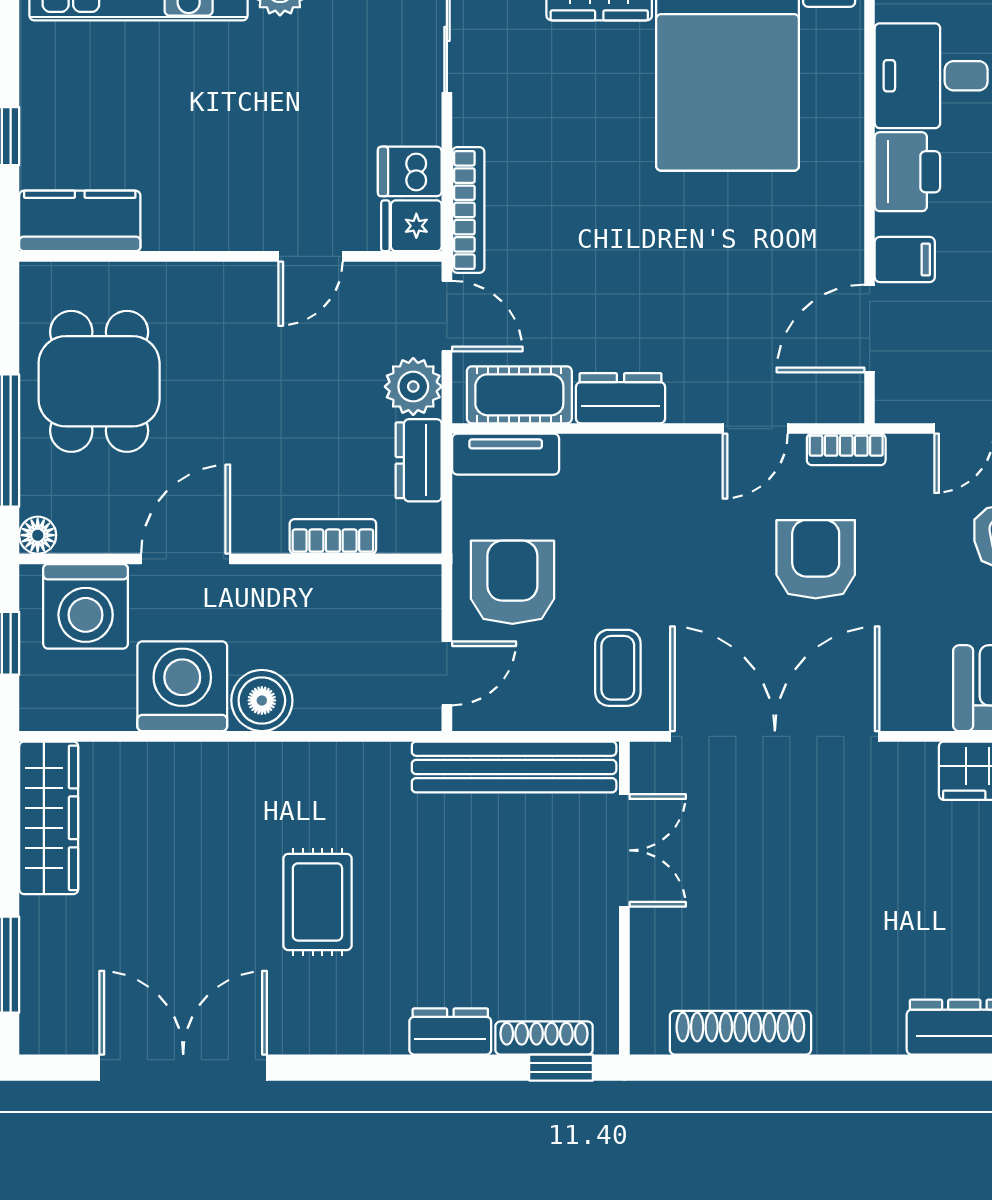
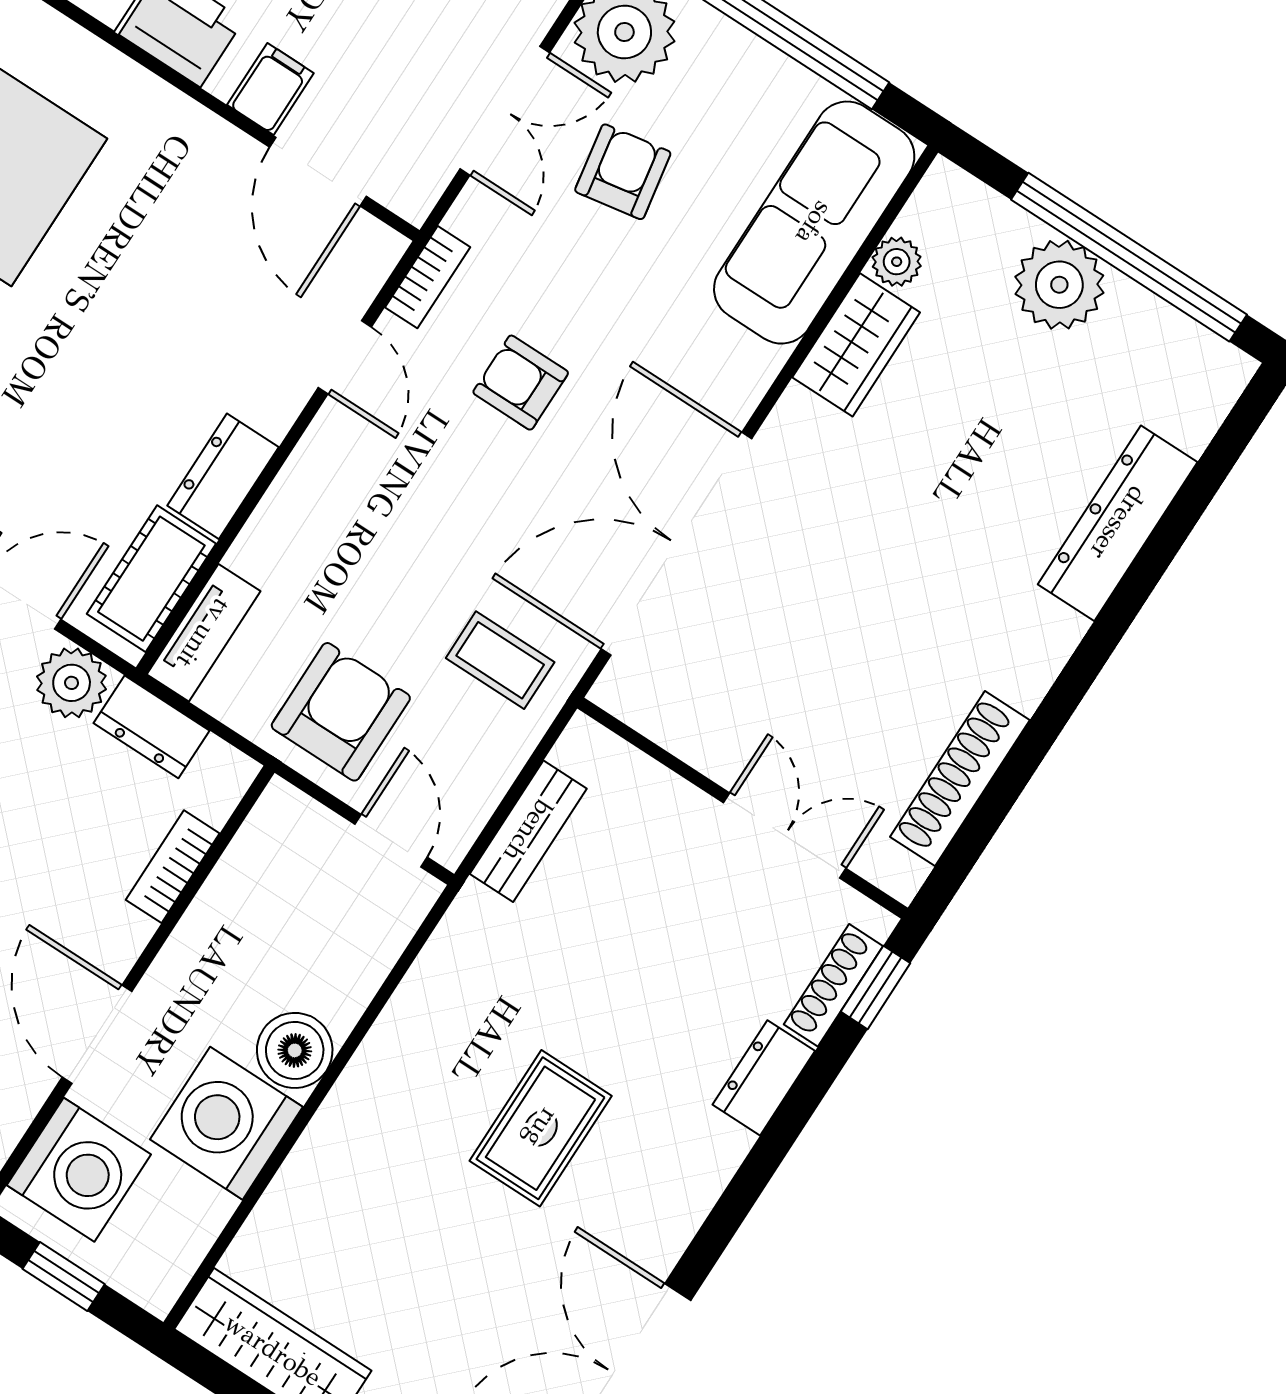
armchair: (816, 559) -> (521, 383), width x0.72, depth x0.72
armchair: (512, 582) -> (341, 712), turned 90
bench: (514, 767) -> (528, 831), width x0.54, depth x0.82
double door: (624, 850) -> (785, 835), moved
rug: (317, 902) -> (541, 1128), turned 90

